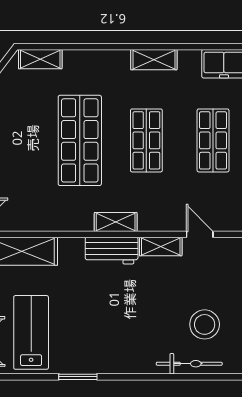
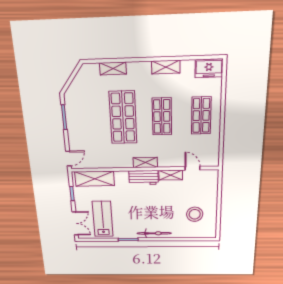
shelving: (40, 59) -> (113, 68), moved
bicycle: (189, 364) -> (154, 233), moved

